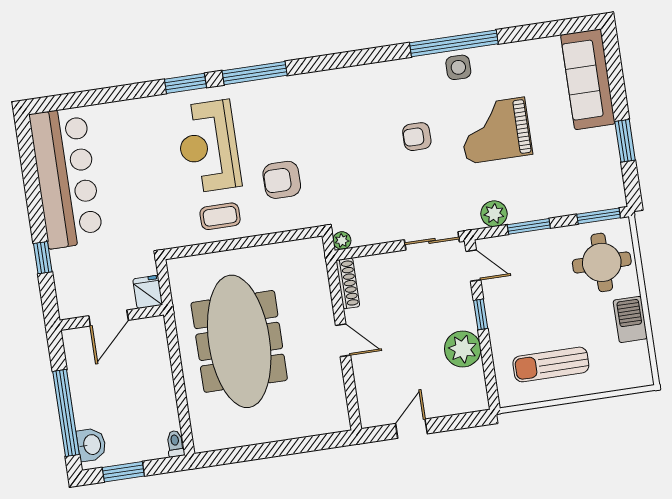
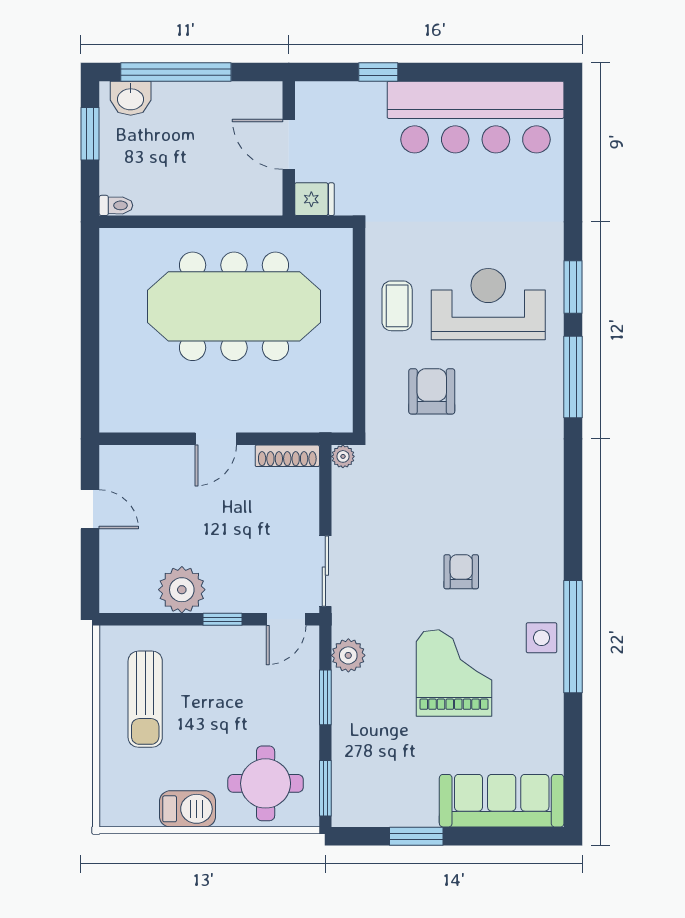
sun lounger: (551, 364) -> (145, 699), turned 180

